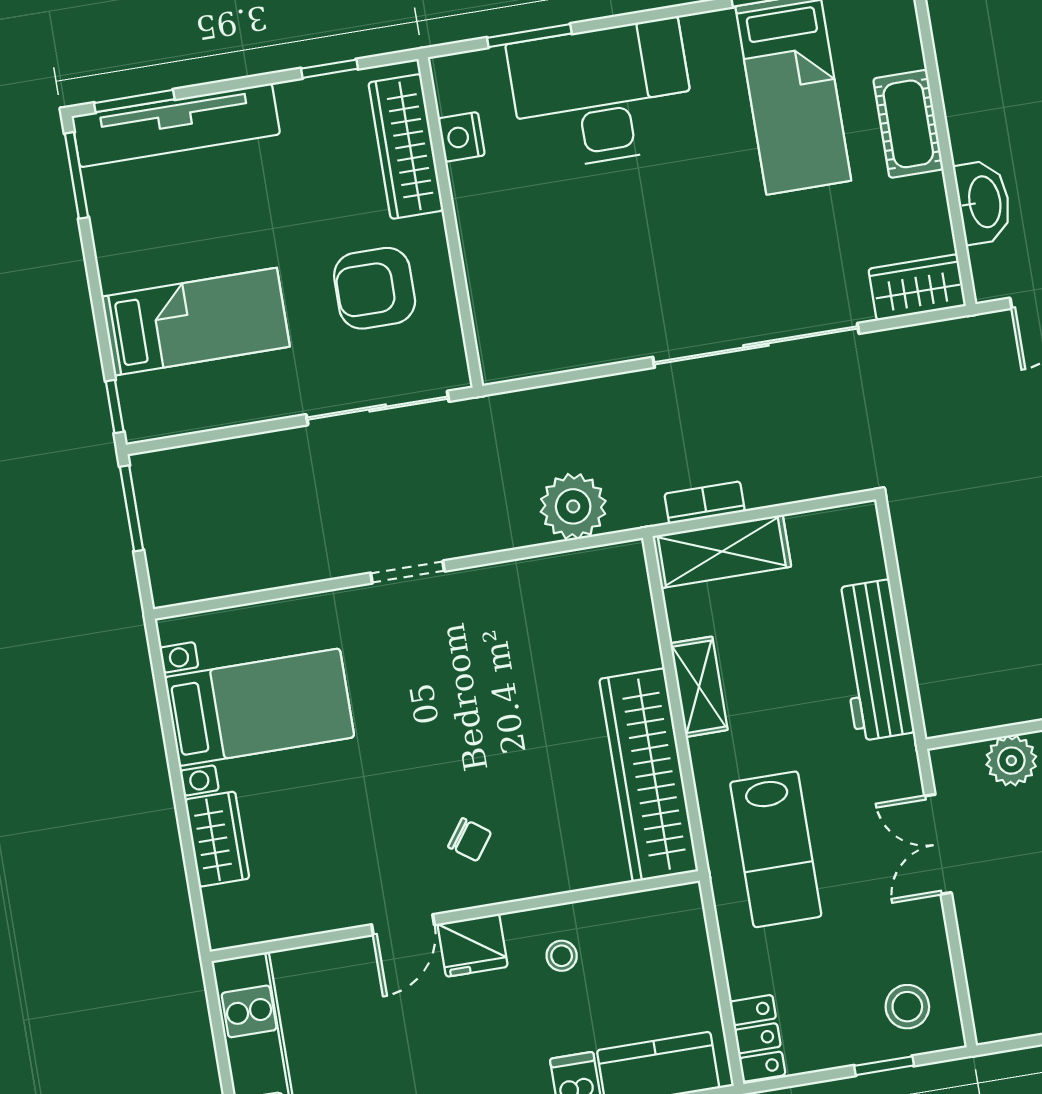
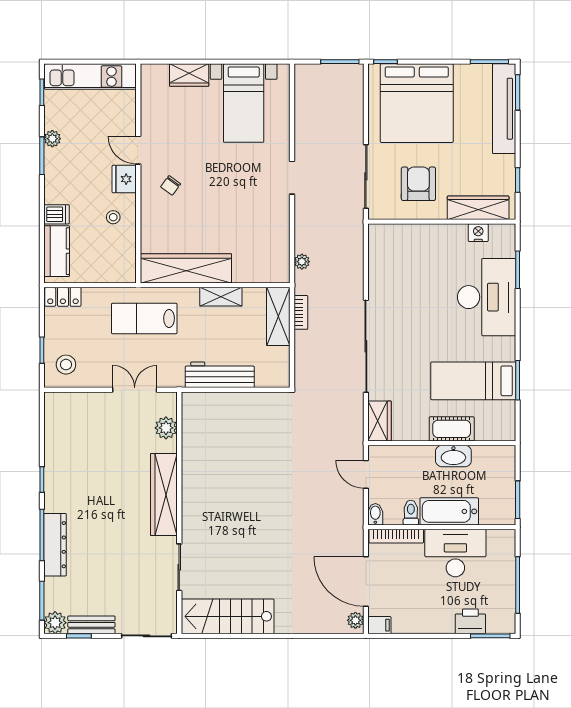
washbasin: (983, 202) -> (453, 456), moved
bed: (196, 322) -> (417, 103), width x2.04
plant: (573, 506) -> (302, 262), width x0.53, depth x0.53

